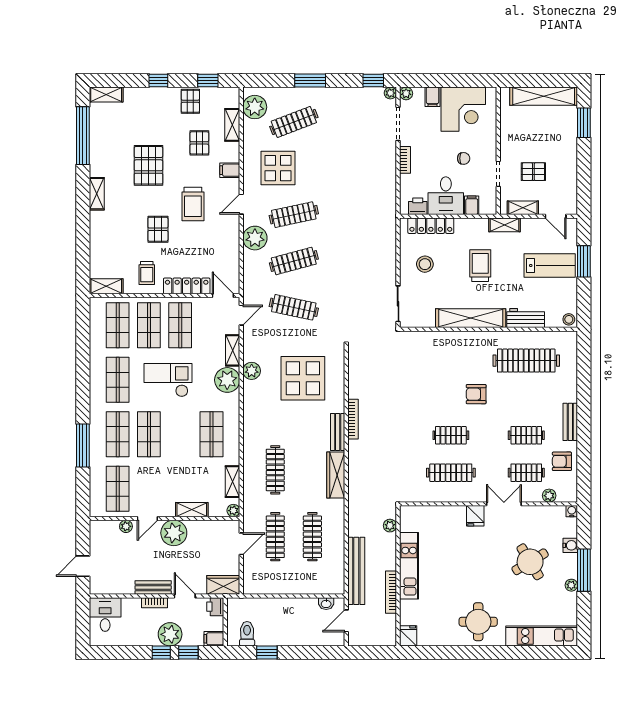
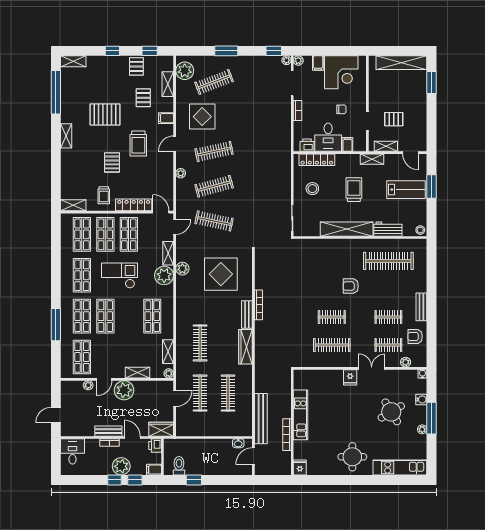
pallet: (148, 165) -> (105, 114), turned 90
plant: (255, 238) -> (181, 173), width x0.53, depth x0.53
plant: (390, 526) -> (286, 385), removed

